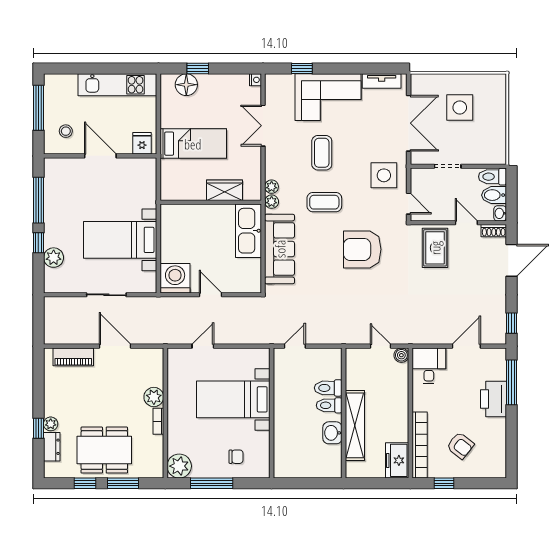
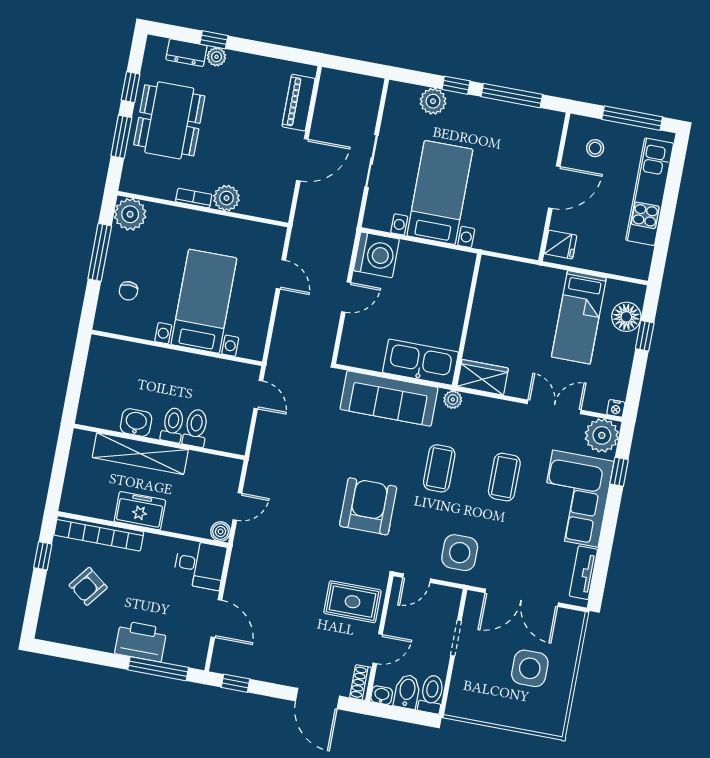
kitchen unit: (117, 85) -> (650, 192), moved
bed: (193, 144) -> (579, 317), moved
coffee table: (322, 153) -> (504, 477), turned 90
plant: (272, 187) -> (602, 435), moved, width x1.88, depth x1.88
wardrobe: (224, 190) -> (483, 377), moved, turned -90
freezer: (397, 460) -> (140, 511), moved

